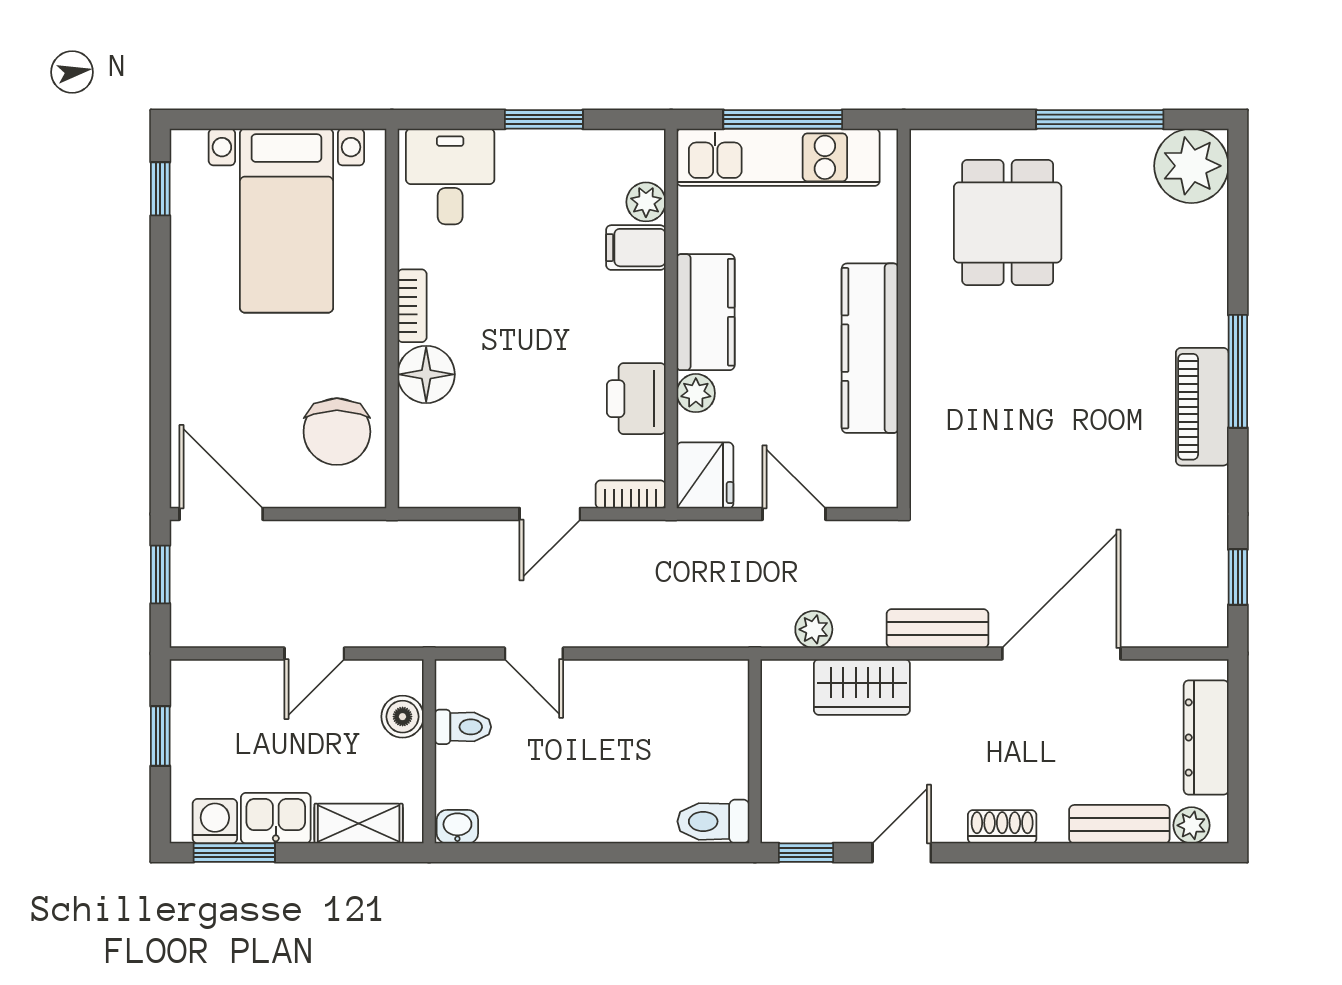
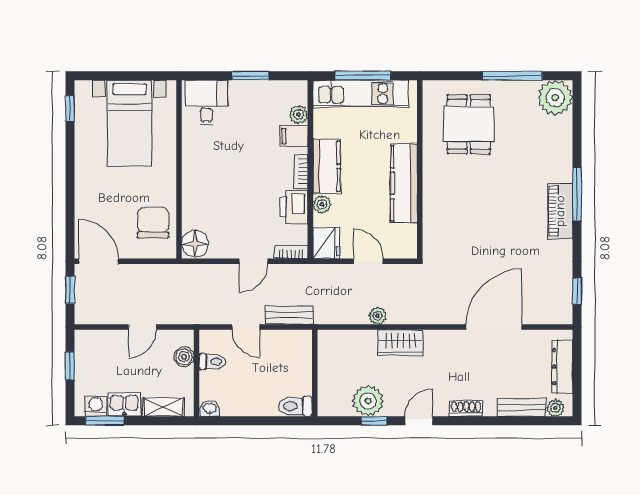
bookcase: (412, 306) -> (301, 172), moved, turned 180
floor lamp: (426, 374) -> (195, 244), moved
chair: (337, 432) -> (153, 223), turned 180
bench: (937, 629) -> (289, 315), moved
wall: (755, 751) -> (315, 373), moved
plant: (793, 810) -> (368, 401), added
toilet: (713, 821) -> (295, 406), moved

